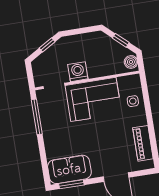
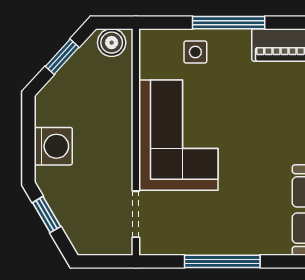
washing machine: (78, 72) -> (53, 146), moved, turned 180
window: (149, 114) -> (229, 23), added
window: (37, 117) -> (222, 261), moved

